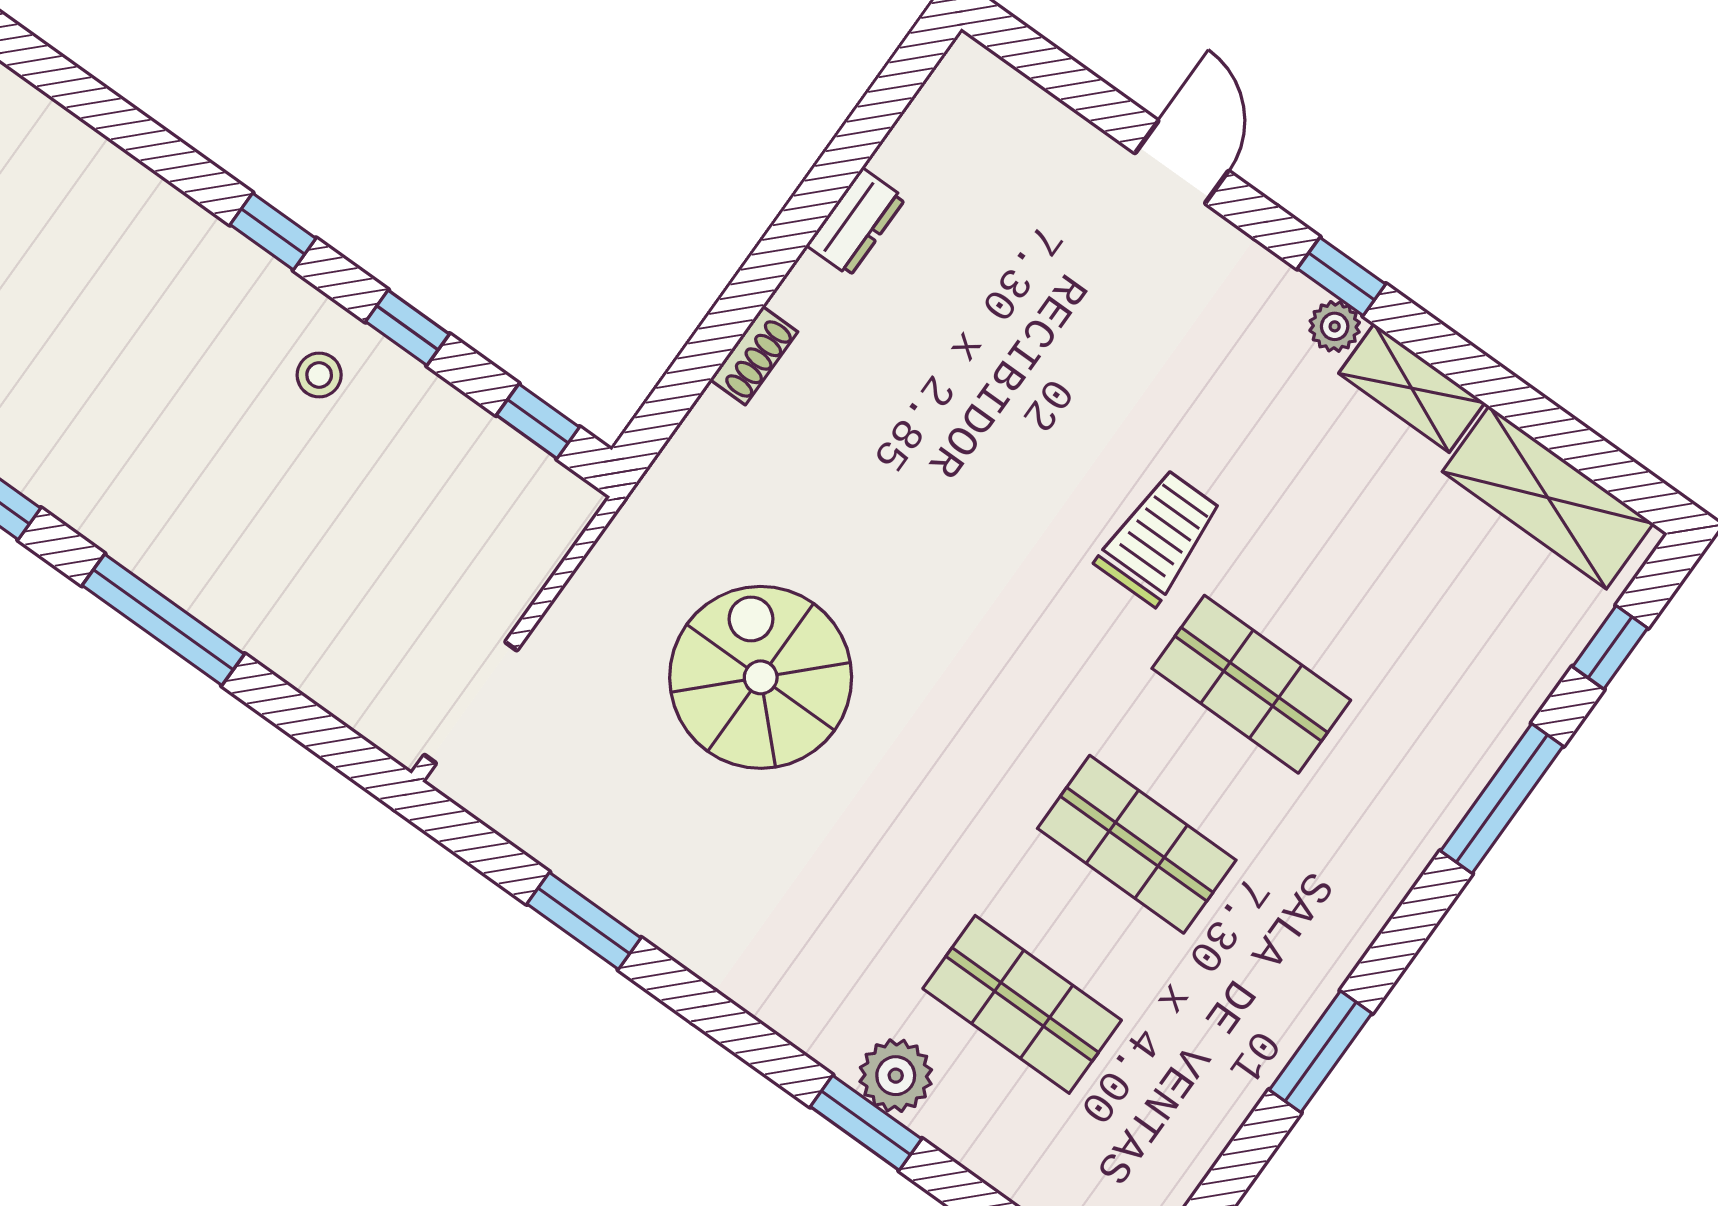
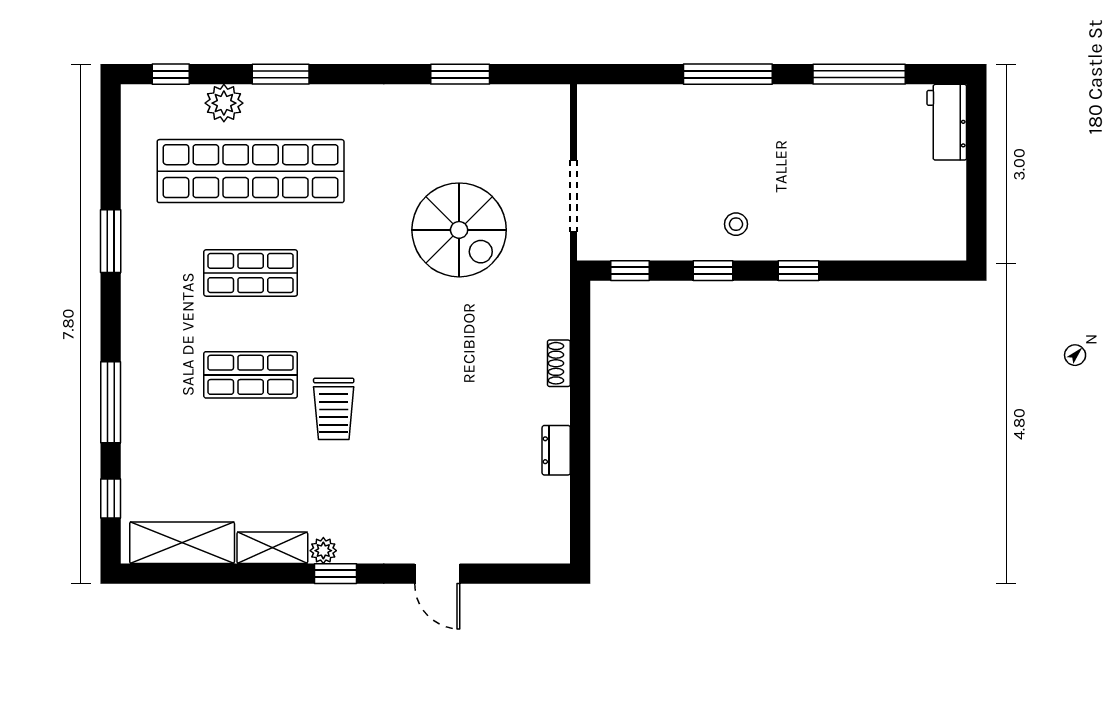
doorway: (471, 703) -> (574, 196), moved
shop shelf: (1022, 1004) -> (251, 171), width x2.00, depth x1.36
plant: (896, 1076) -> (224, 103), moved

